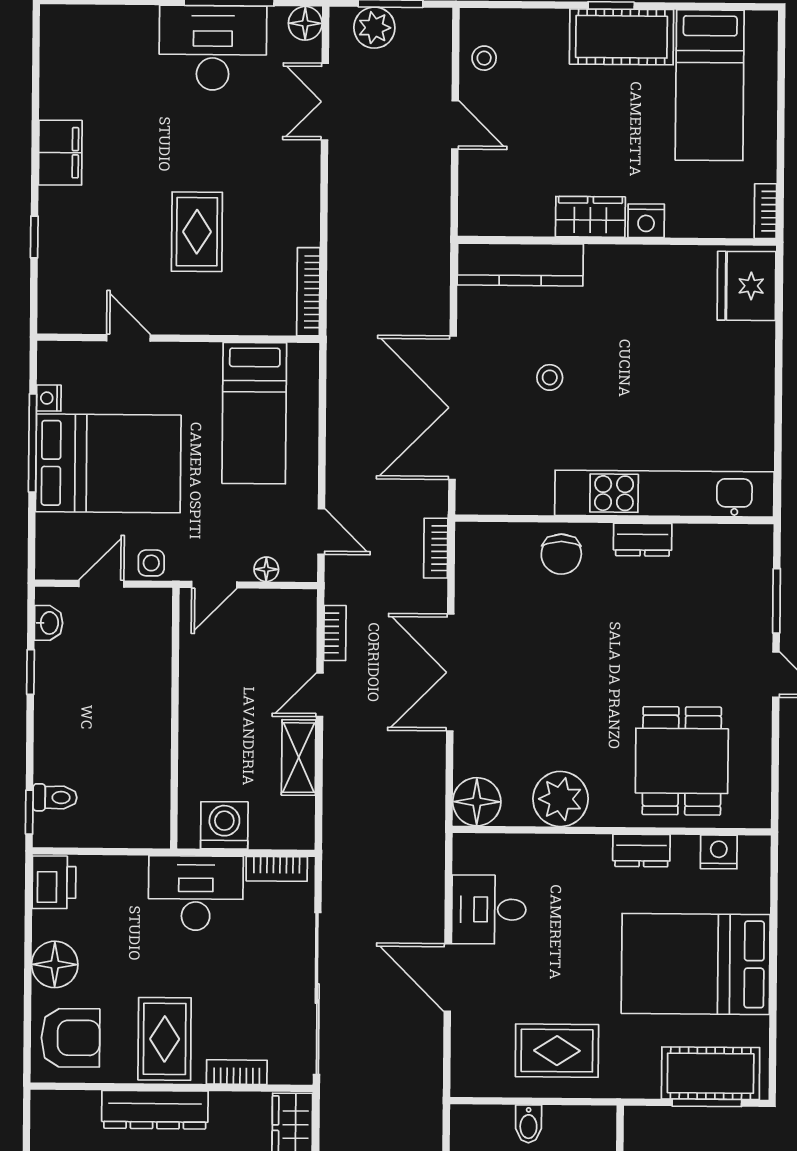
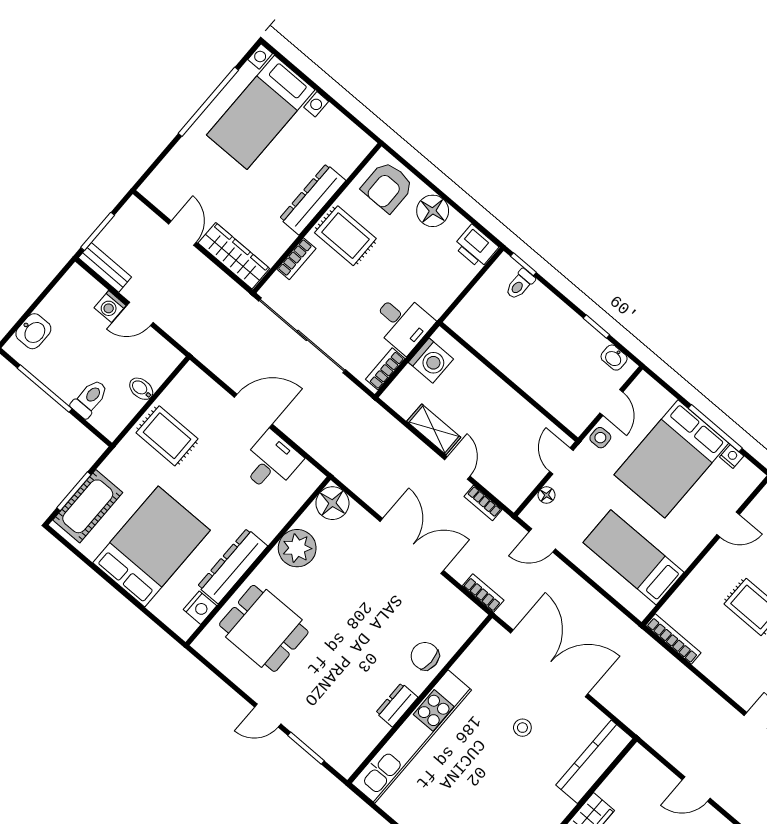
dresser: (641, 851) -> (233, 566), width x1.96, depth x1.24
desk: (196, 893) -> (402, 323), width x0.73
rug: (557, 1051) -> (167, 436), turned 90

